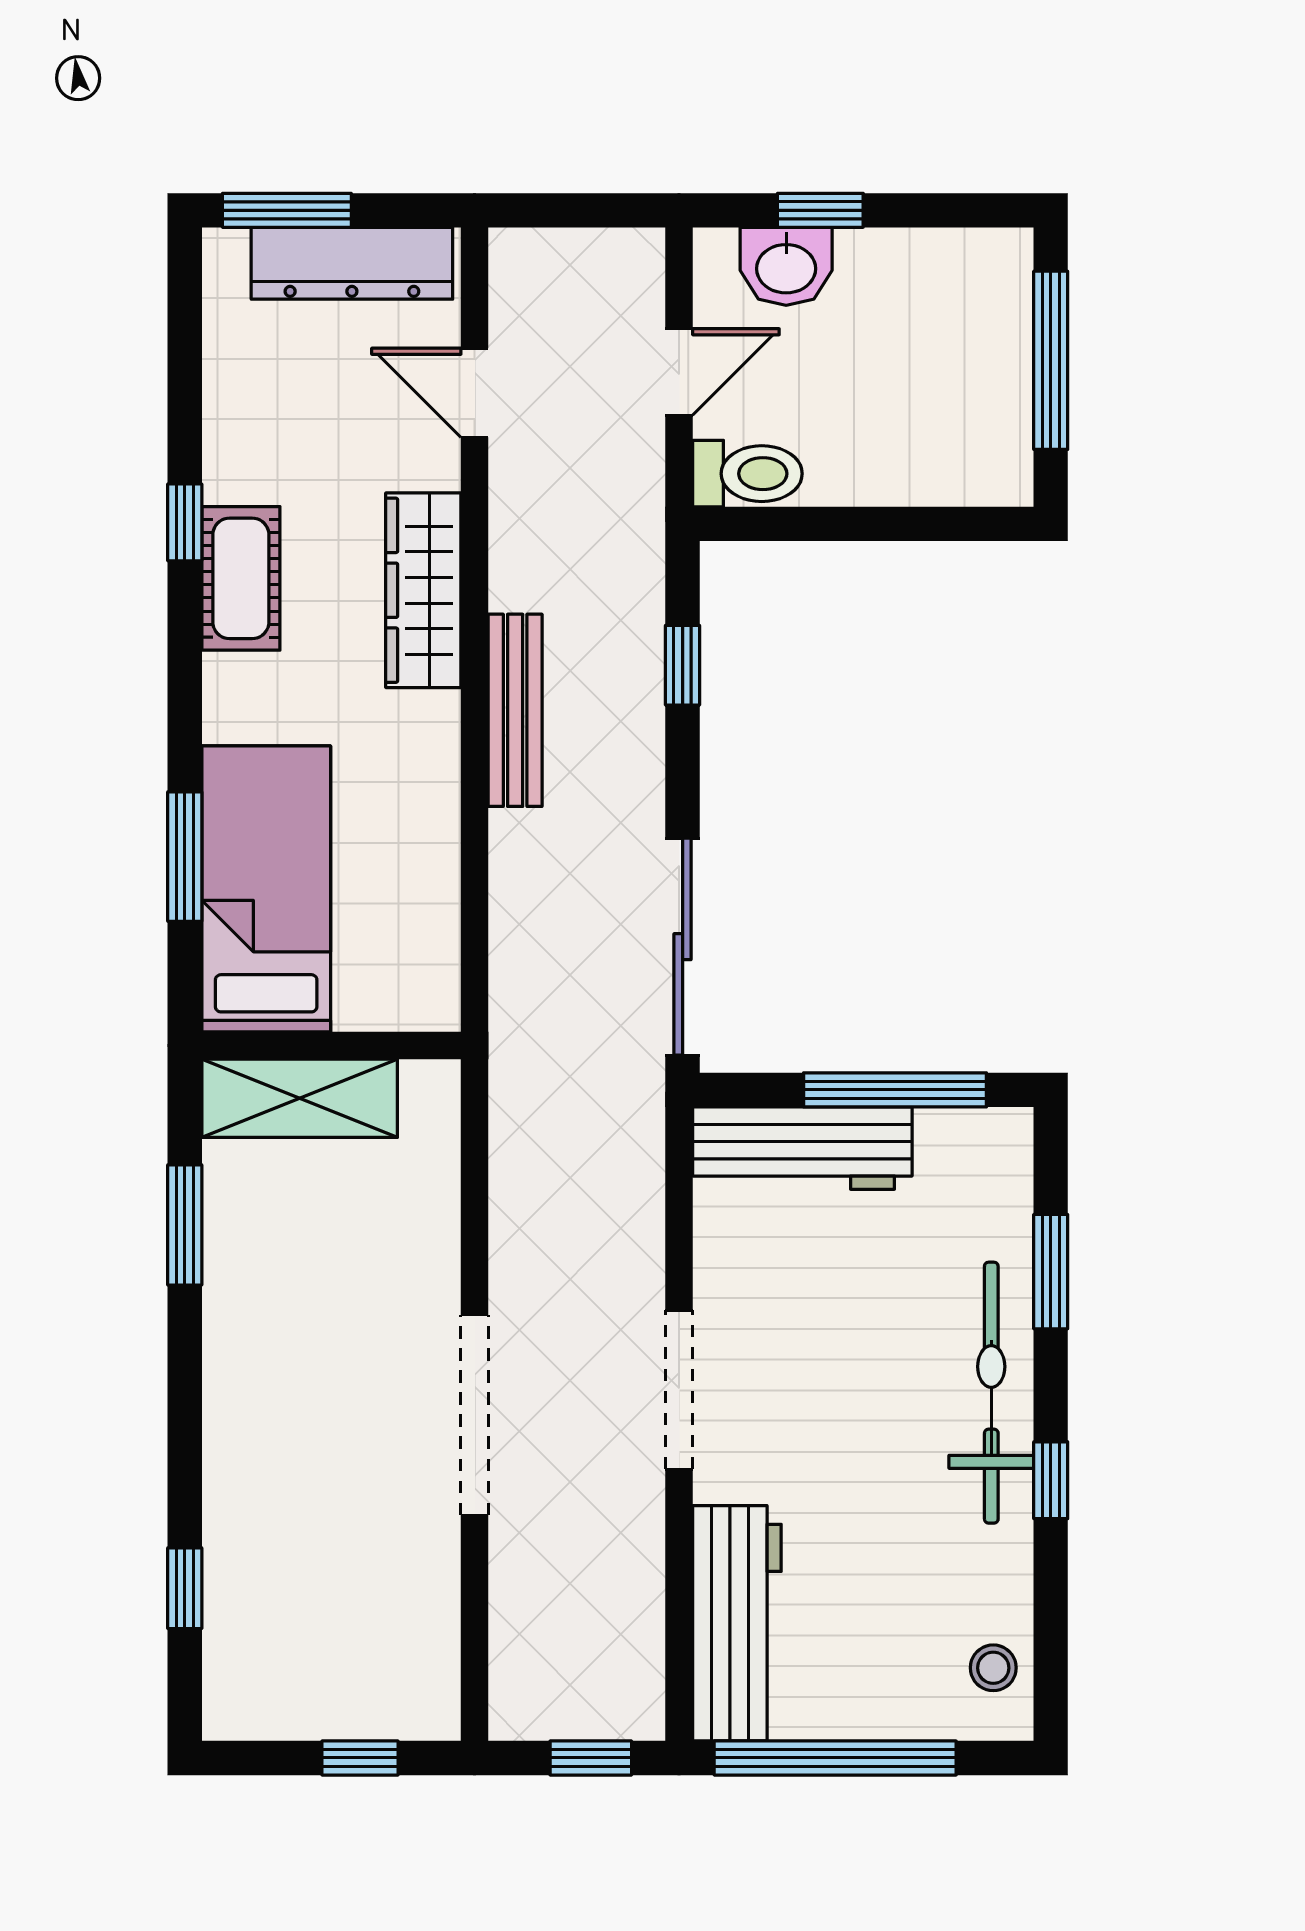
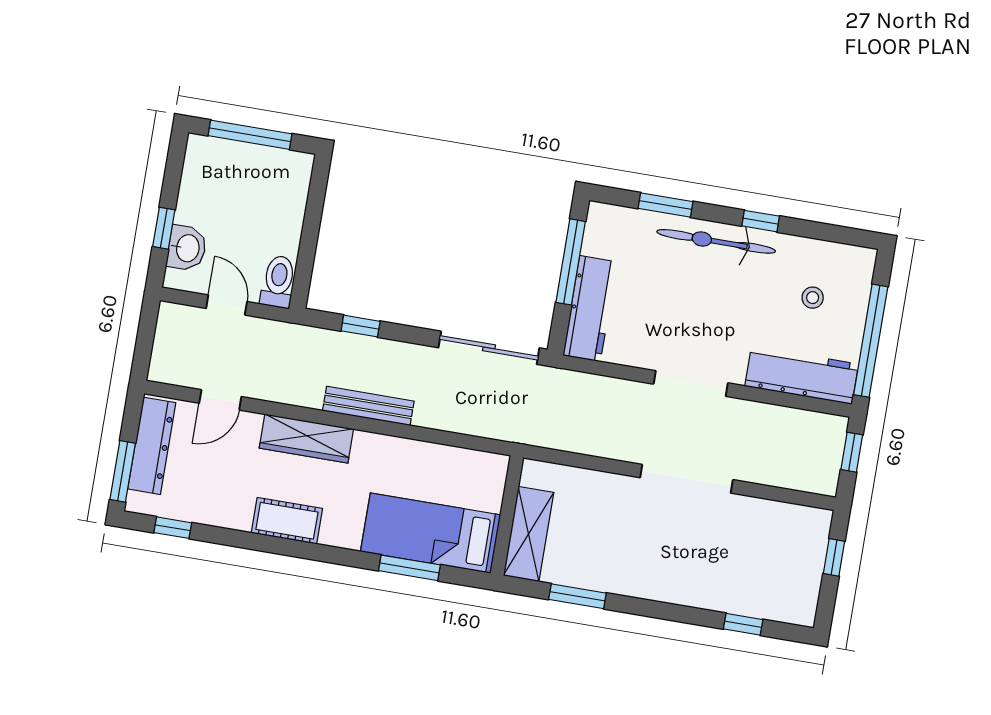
window: (185, 522) -> (173, 528), moved
stool: (993, 1668) -> (813, 298), moved

